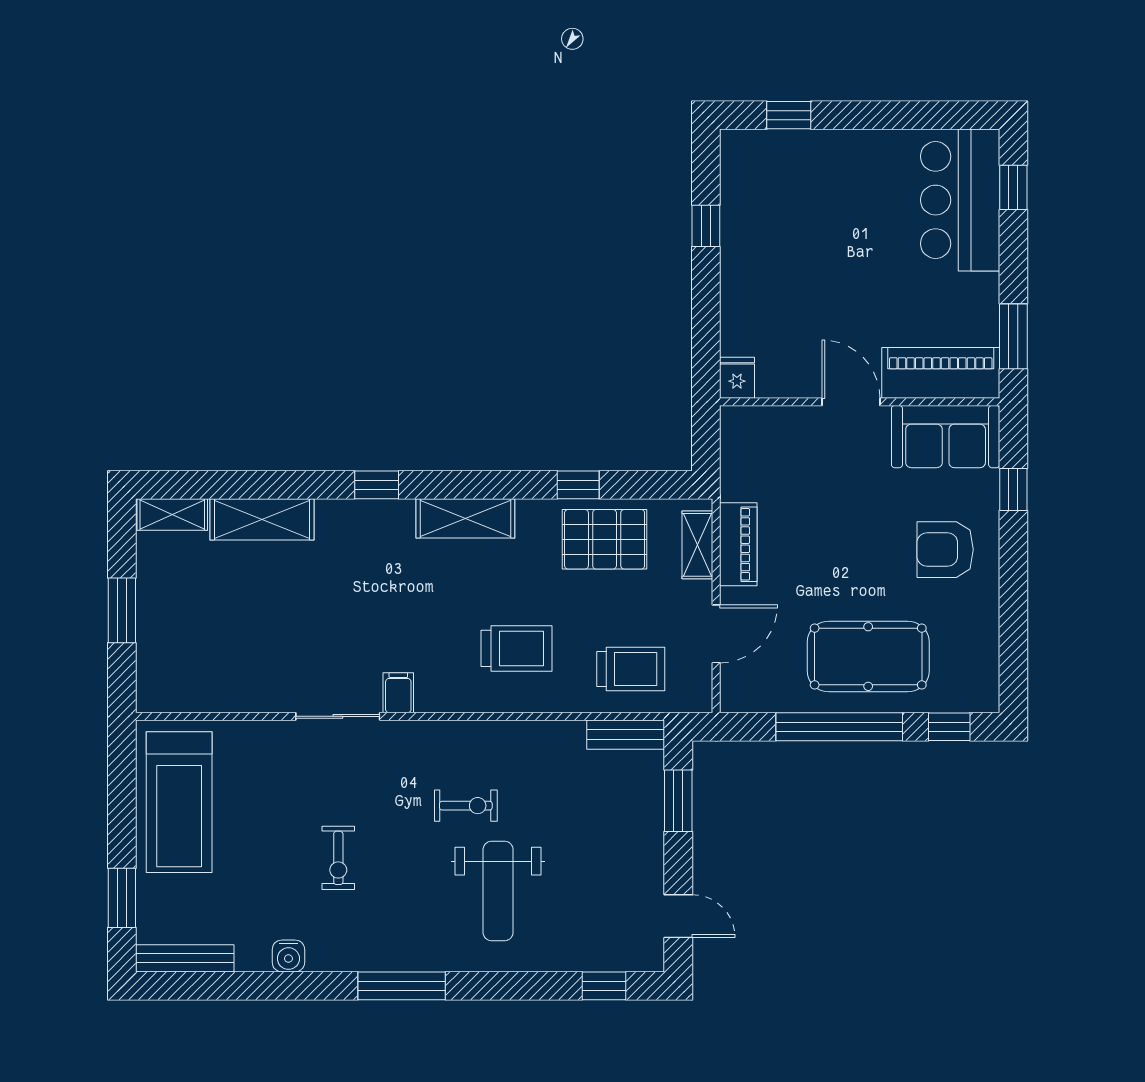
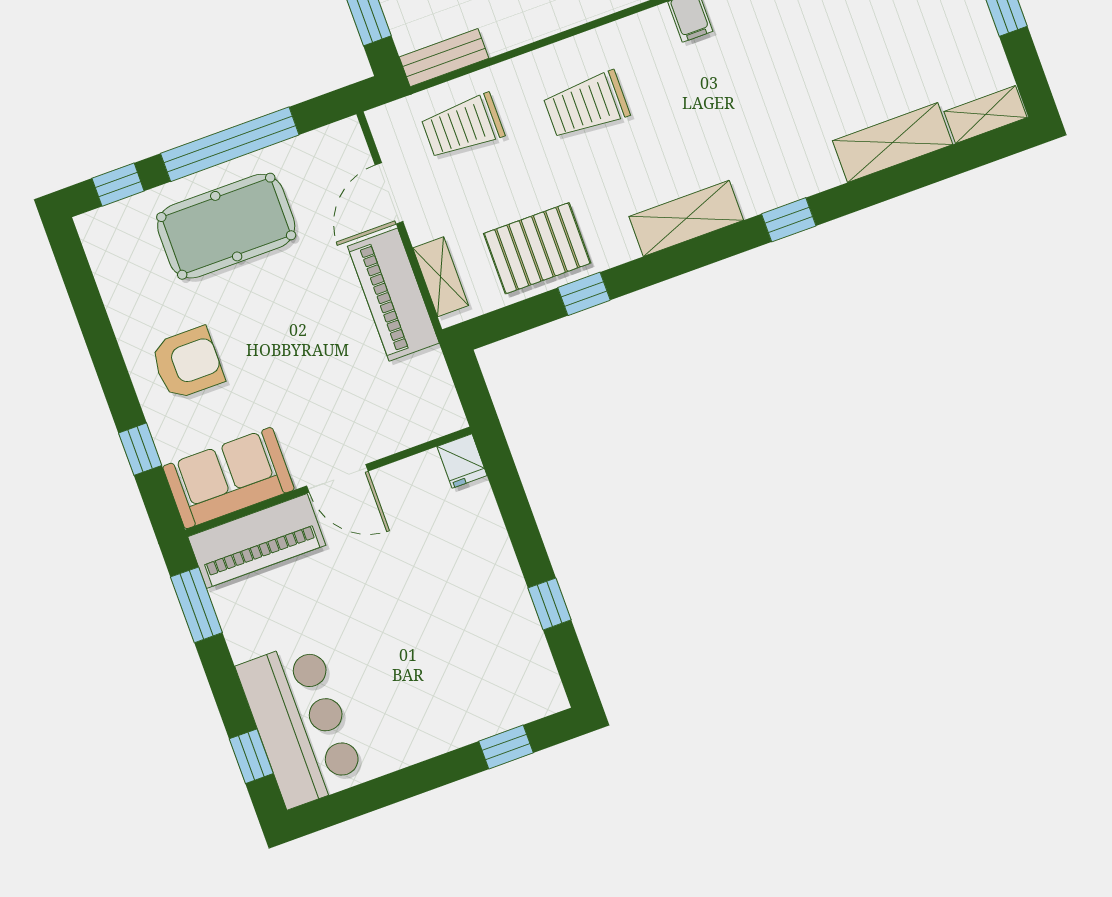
piano: (738, 544) -> (393, 295), width x1.37, depth x1.33

